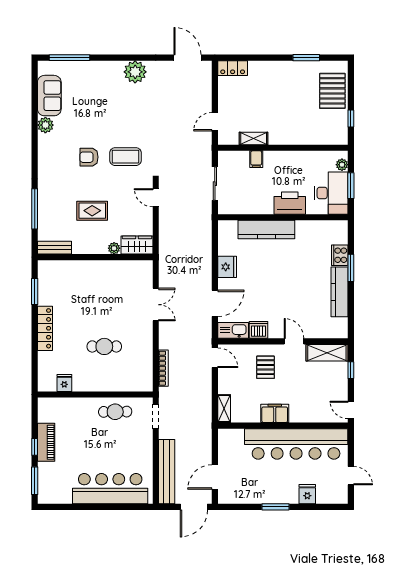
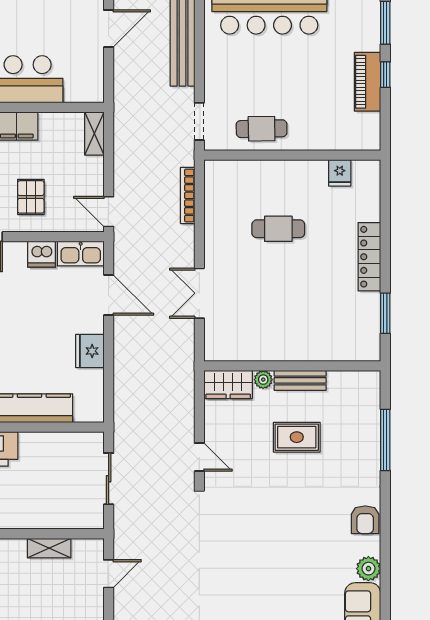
armchair: (89, 157) -> (365, 520), moved, turned 90
coffee table: (126, 157) -> (246, 520), removed
filing cabinet: (256, 159) -> (45, 516), removed
bench: (54, 248) -> (300, 380), moved
door: (215, 303) -> (109, 295), swing flipped

